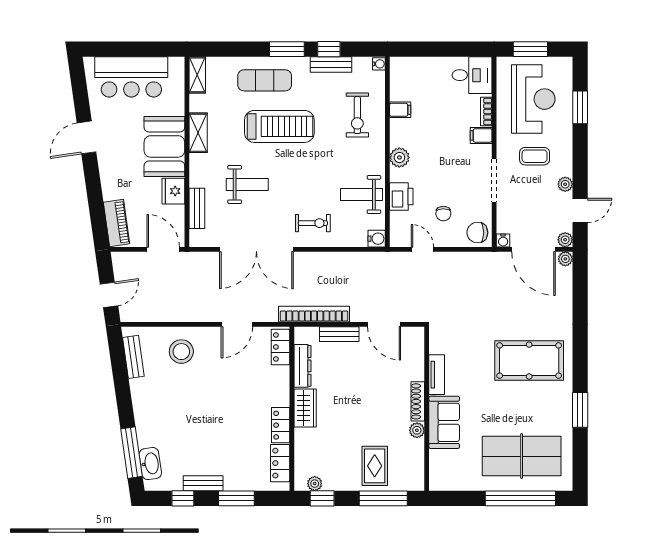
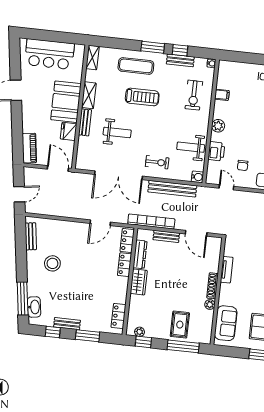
treadmill: (279, 126) -> (142, 97), width x0.73, depth x0.73
bench: (197, 208) -> (85, 122), moved
bench: (340, 261) -> (172, 189), added
stool: (181, 352) -> (52, 263), moved
sofa: (444, 422) -> (226, 323), moved
locker: (281, 425) -> (124, 265), moved

